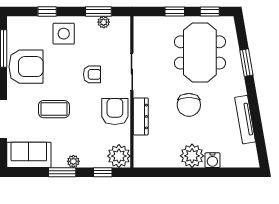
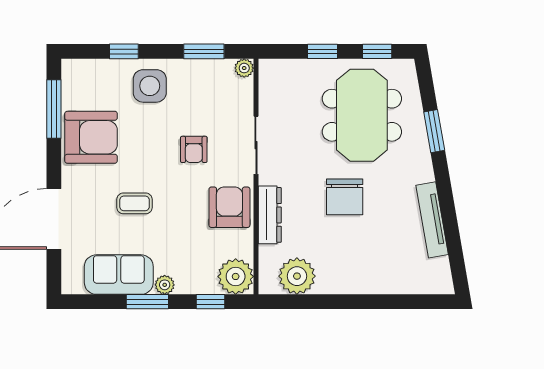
plant: (104, 22) -> (244, 68), moved
armchair: (92, 74) -> (194, 149), turned 90
coffee table: (54, 109) -> (135, 203), width x0.73, depth x0.77
sofa: (29, 155) -> (119, 275), moved
plant: (192, 156) -> (297, 276), moved
water cooler: (212, 160) -> (381, 283), removed

